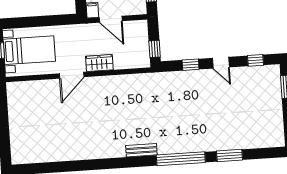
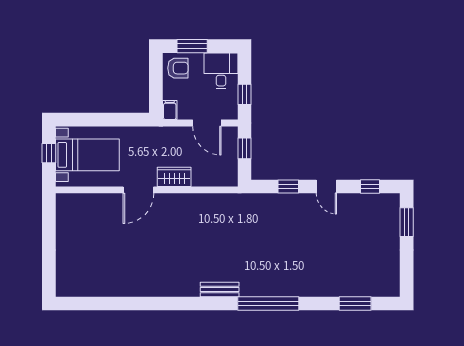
door: (111, 19) -> (207, 123), moved
window: (155, 49) -> (244, 148), moved
window: (229, 156) -> (355, 304), moved

